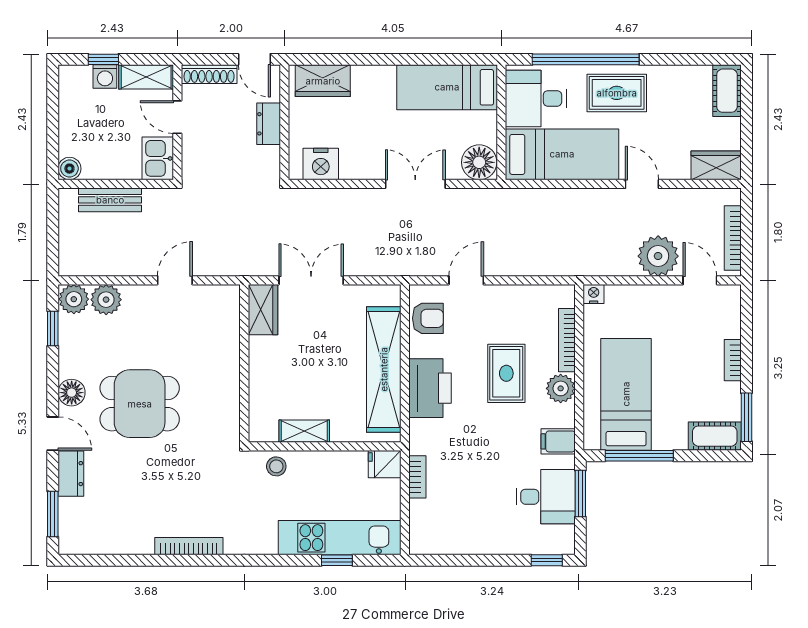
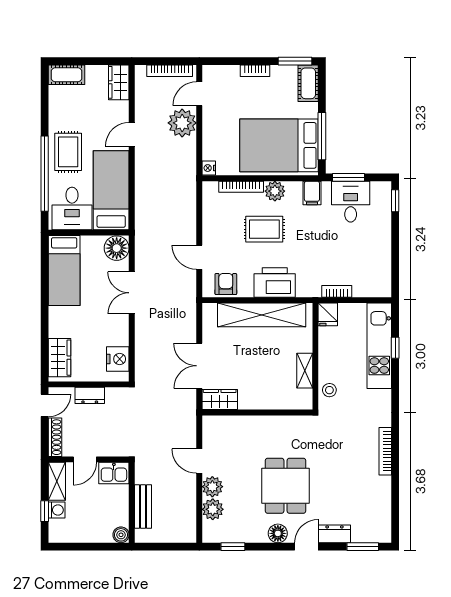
plant: (74, 299) -> (212, 487), moved
bed: (626, 394) -> (279, 145), width x1.50

